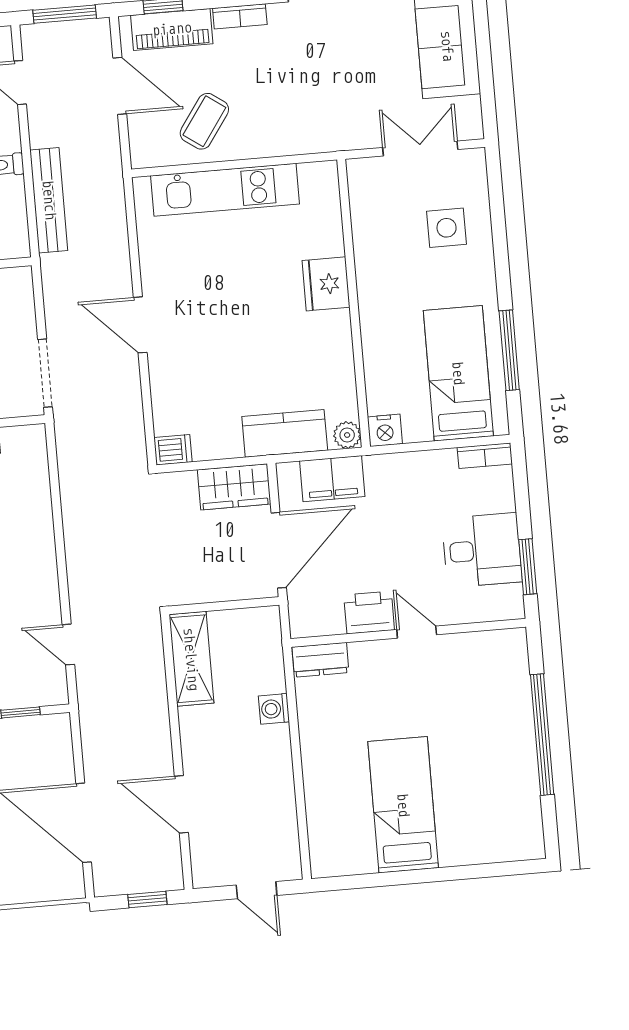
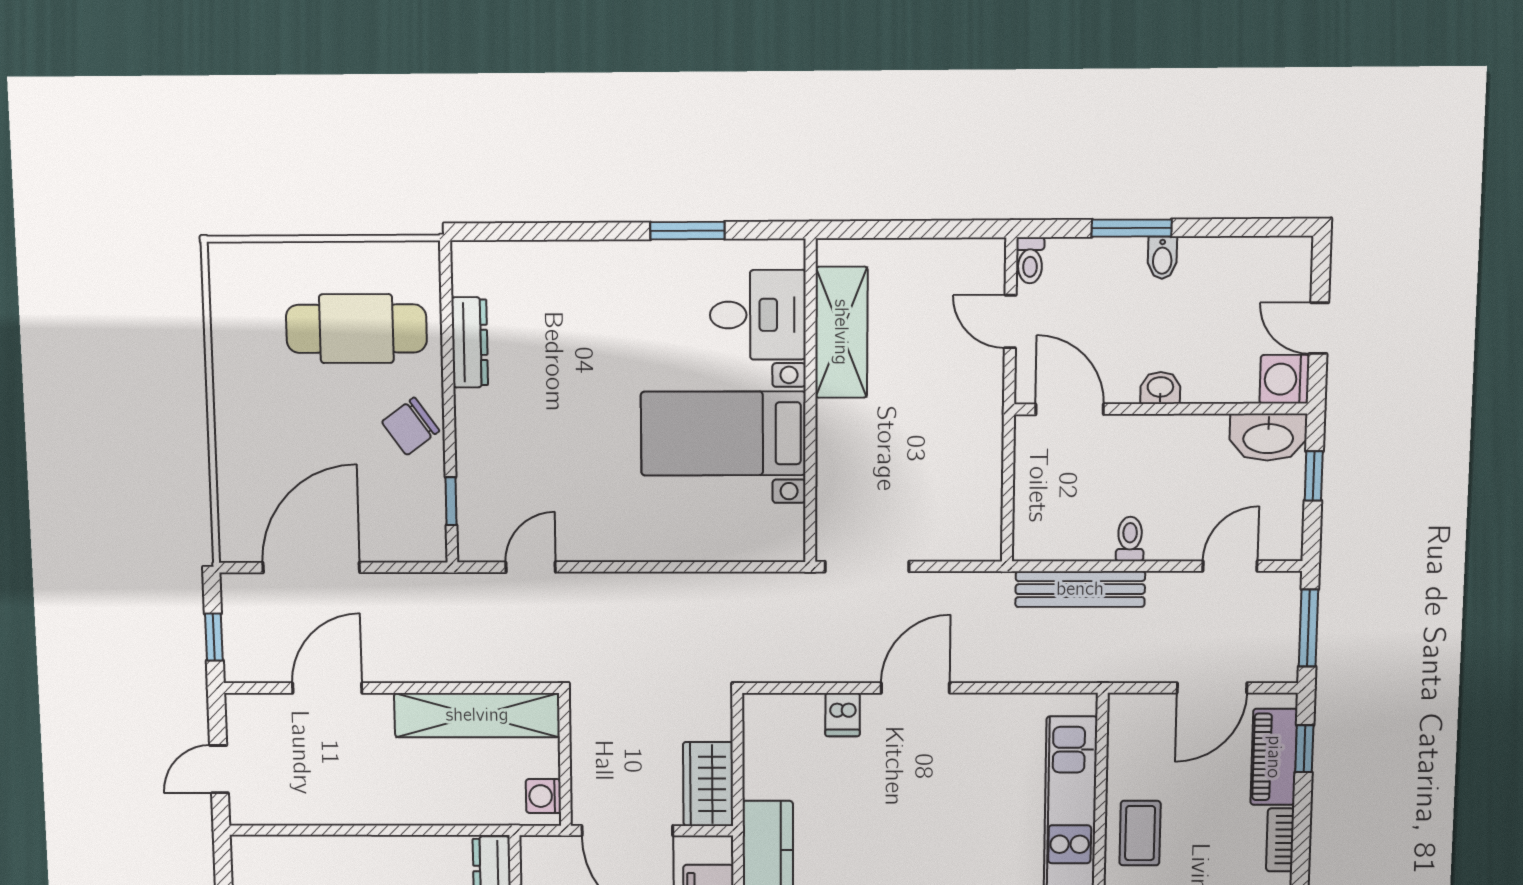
coffee table: (204, 121) -> (1140, 833), moved, turned 55
dishwasher: (173, 450) -> (843, 715), moved
shelving: (191, 659) -> (477, 715), width x1.47
washing machine: (274, 709) -> (543, 796), moved, turned -90

